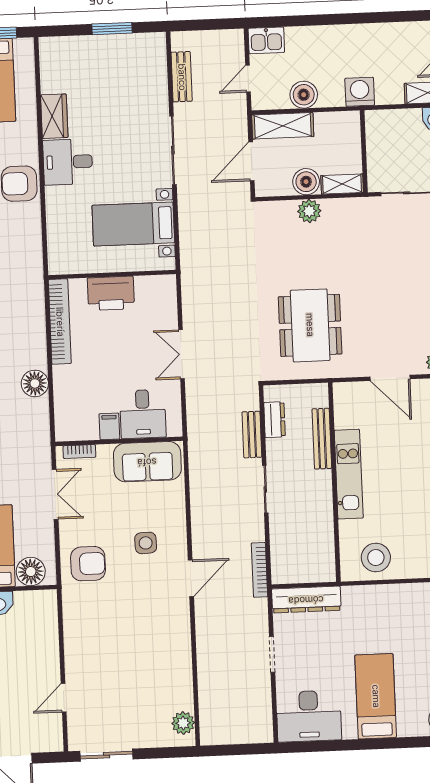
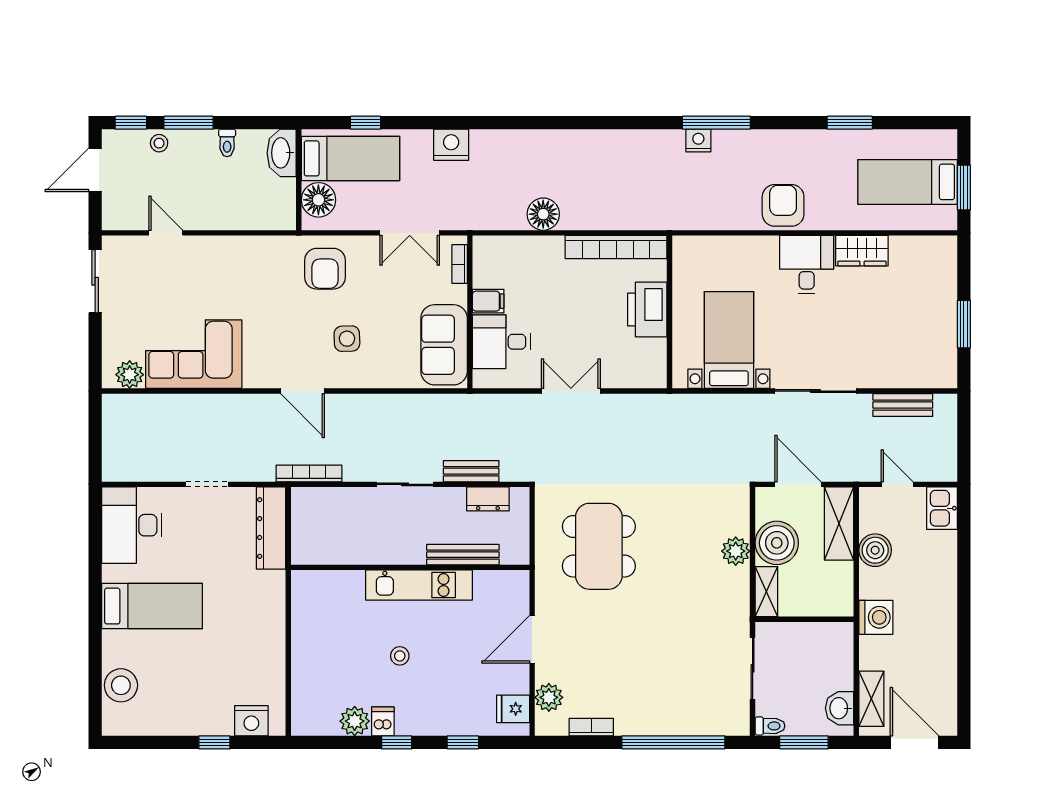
boiler: (306, 182) -> (777, 543), width x1.37, depth x1.37
dining table: (310, 325) -> (599, 546), turned 90
stool: (376, 558) -> (400, 656), moved, width x0.53, depth x0.53
corner sofa: (164, 670) -> (194, 354), added

